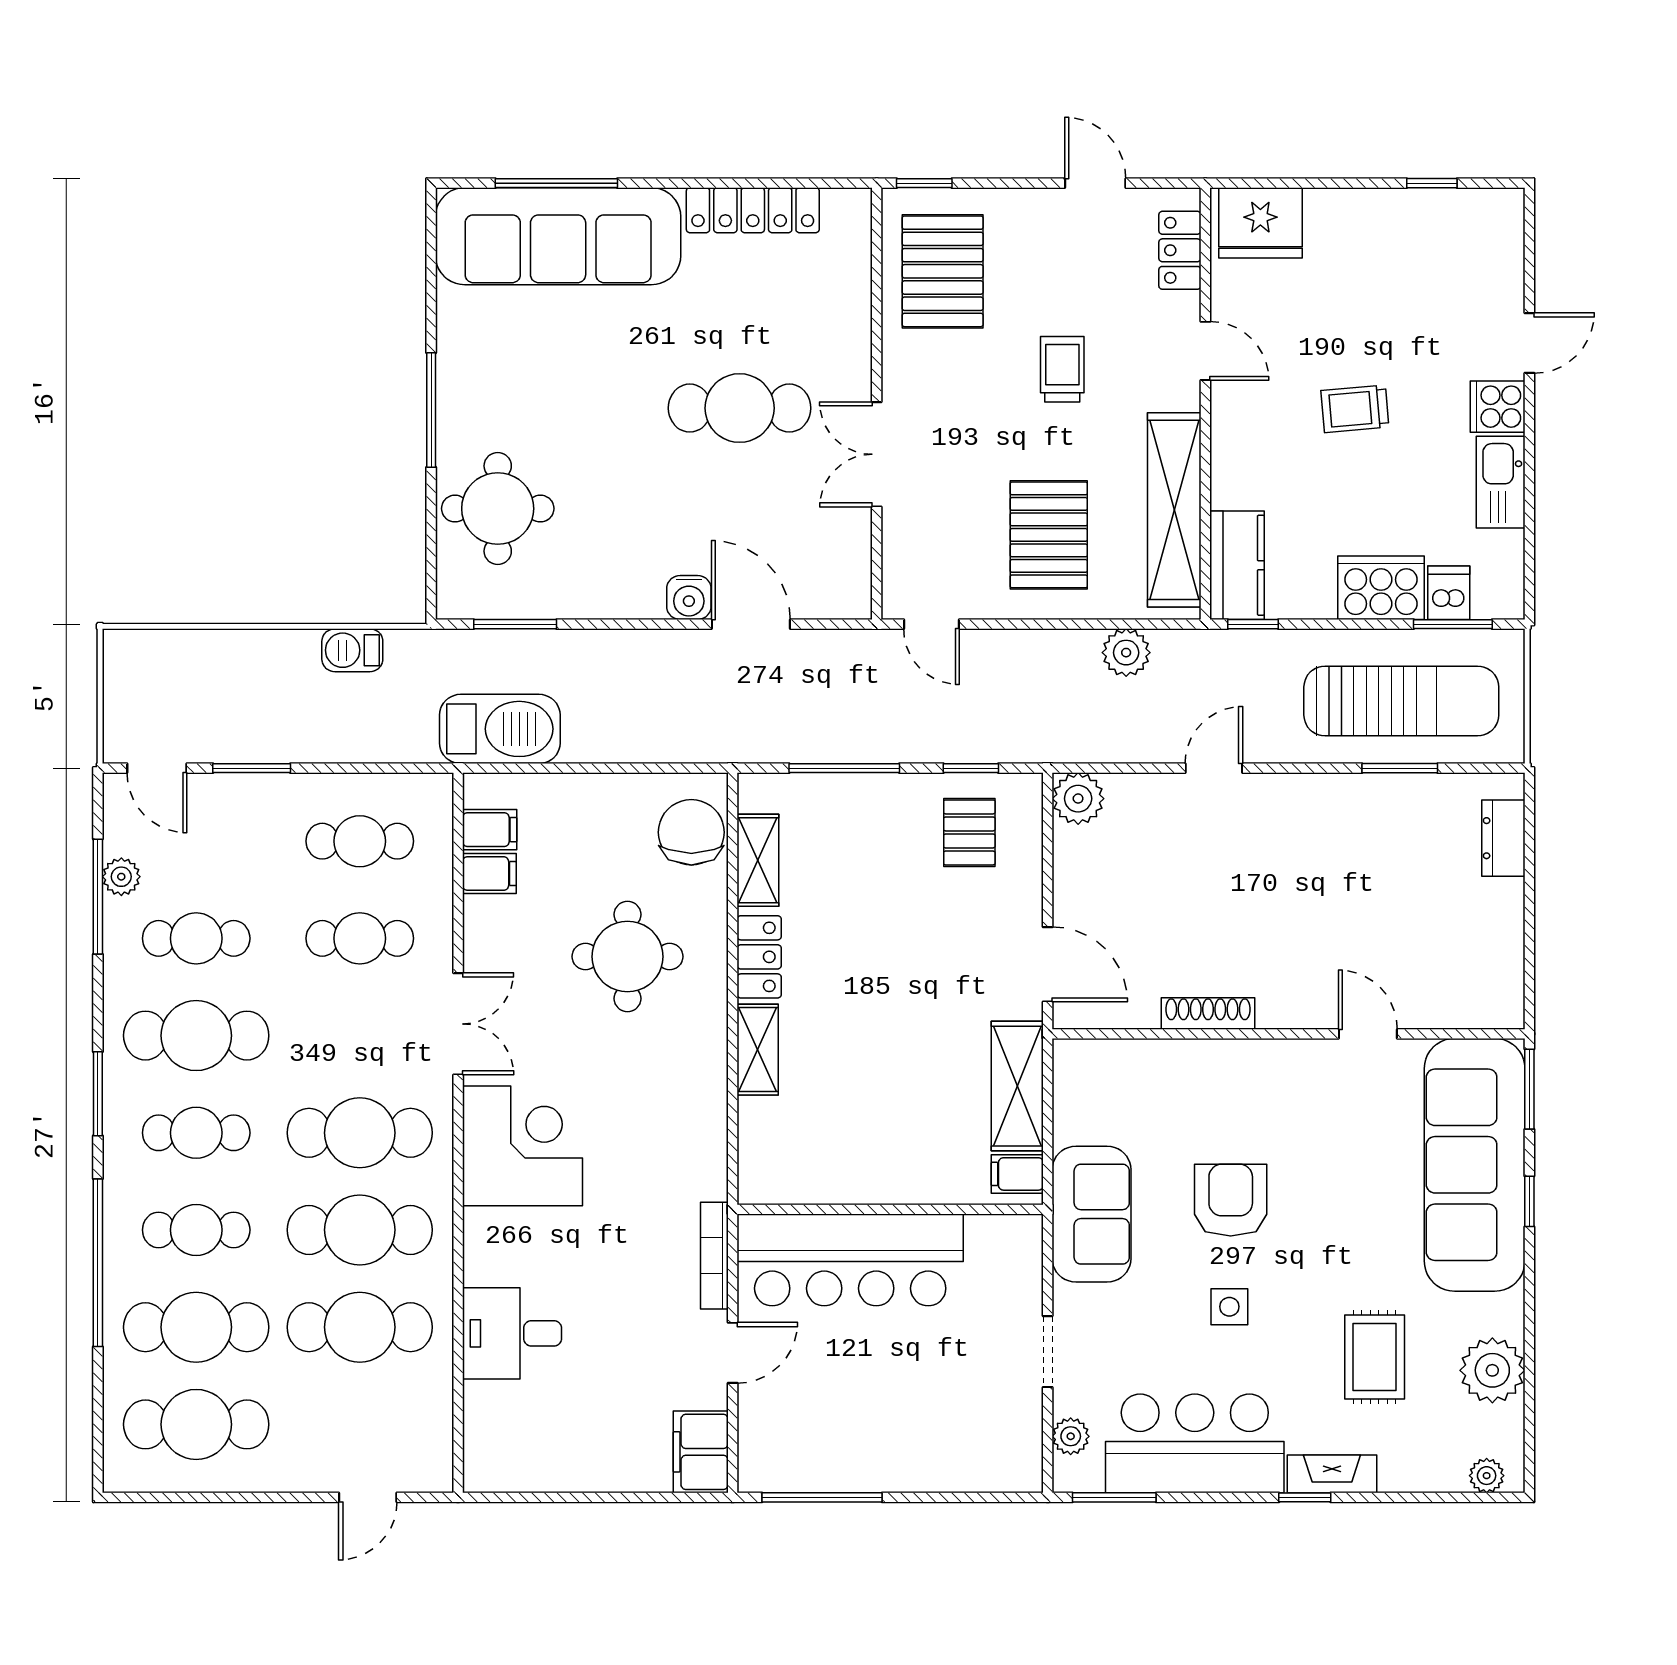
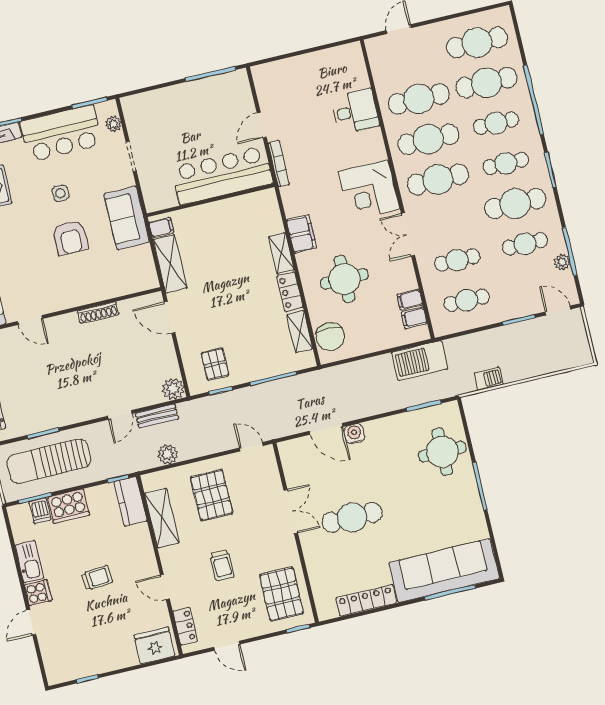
shelving: (1174, 510) -> (162, 518), width x0.68
bench: (1130, 745) -> (157, 416), added
filing cabinet: (701, 1452) -> (302, 234), moved

